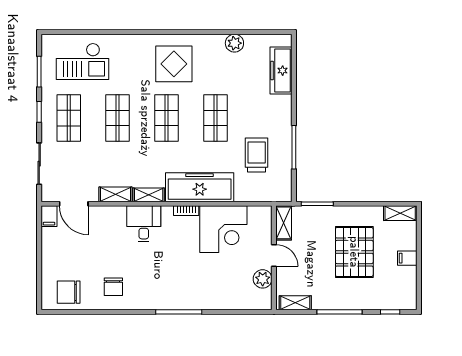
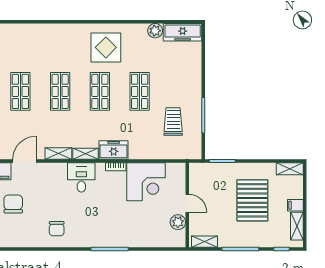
checkout: (83, 61) -> (32, 45), removed
freezer: (281, 71) -> (183, 32), moved, turned -90
freezer: (200, 187) -> (114, 150), width x0.52, depth x0.79
door: (74, 204) -> (24, 161), swing flipped
shelving: (284, 223) -> (297, 226), moved
chair: (69, 292) -> (13, 204), moved, turned 90

